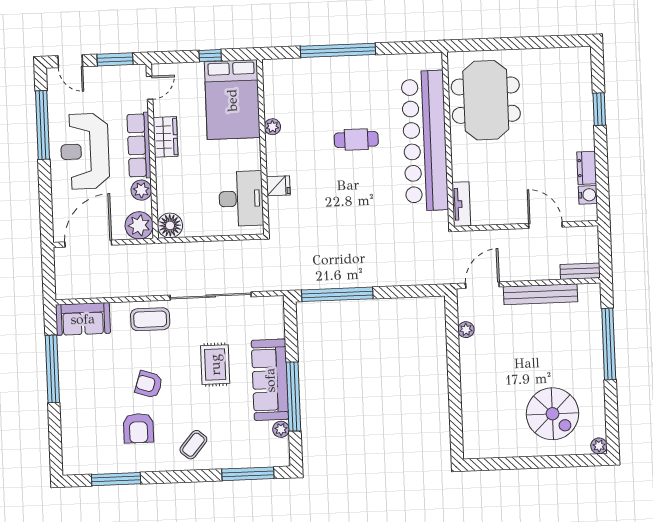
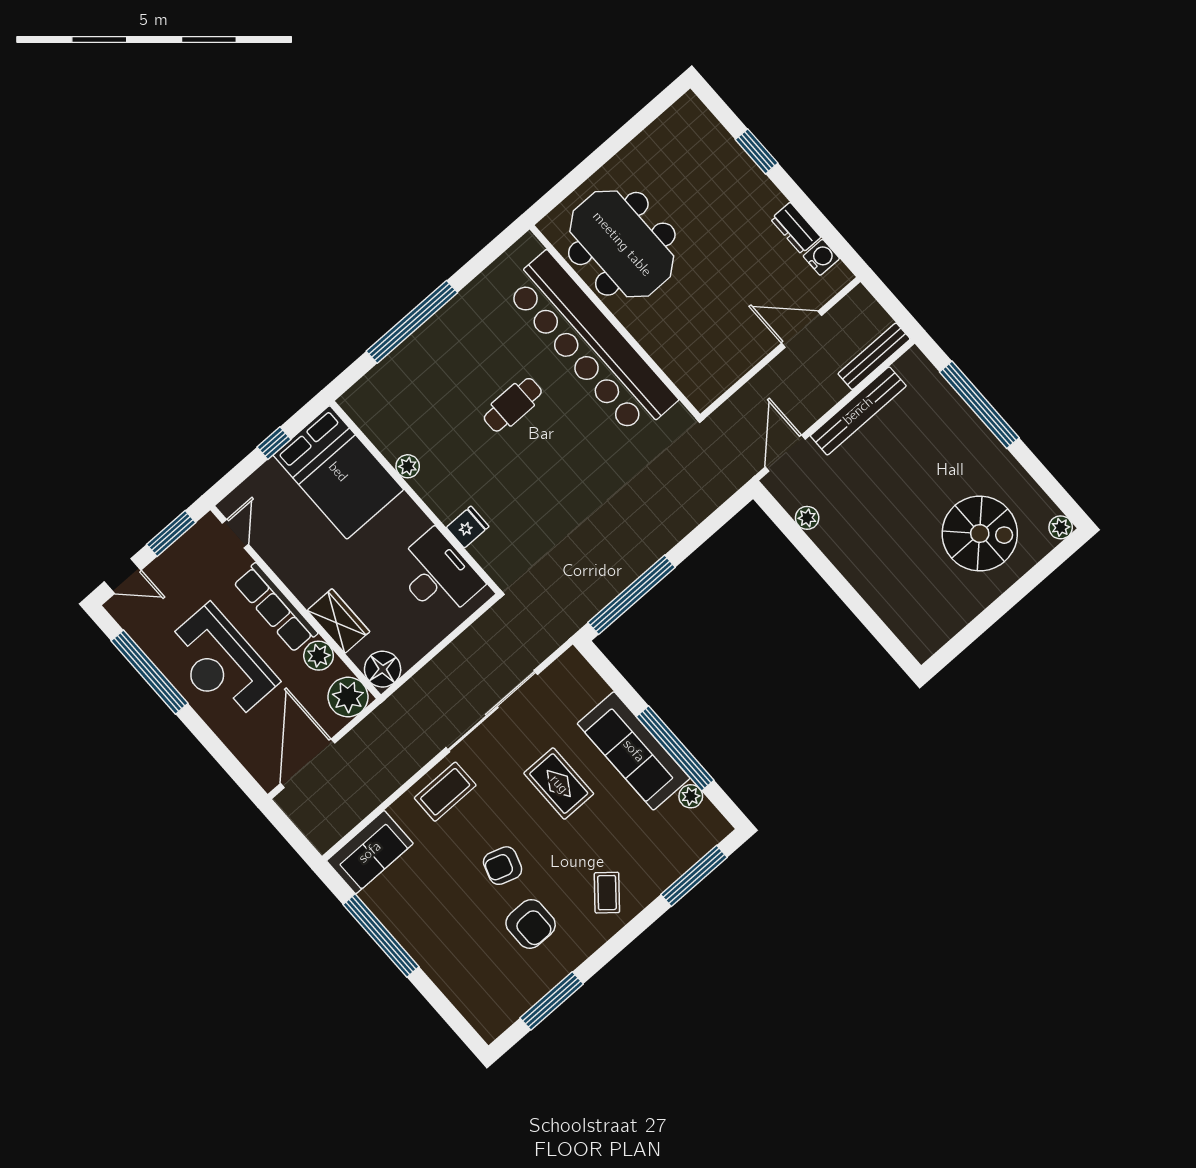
wardrobe: (166, 137) -> (339, 621), moved
tv unit: (461, 204) -> (688, 382), removed
bench: (580, 271) -> (874, 356), width x1.36

